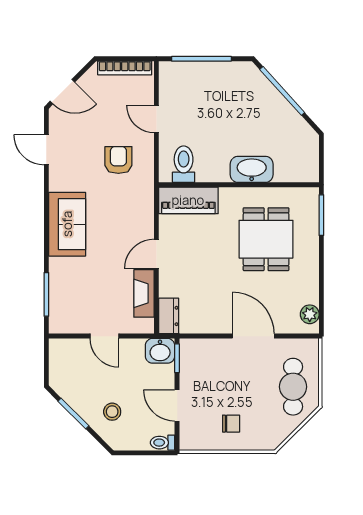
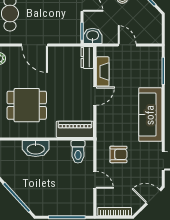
armchair: (118, 160) -> (118, 154), turned -90
sofa: (67, 224) -> (150, 115), width x1.36
dining table: (266, 239) -> (27, 105), turned 90

